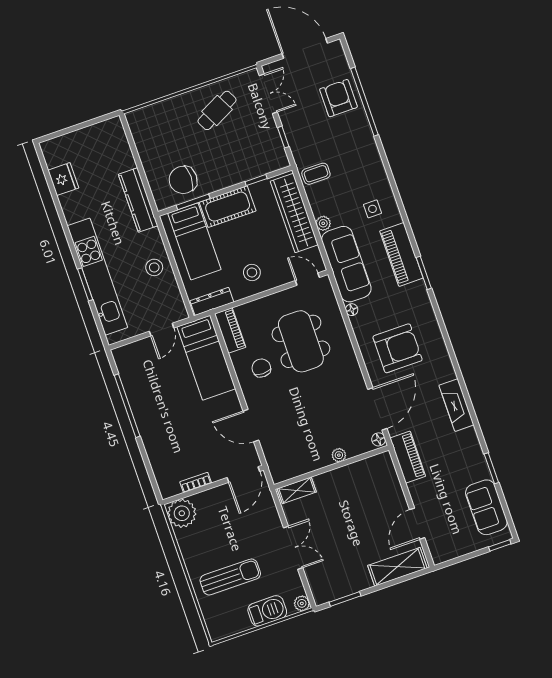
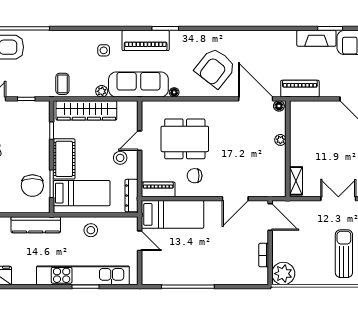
door: (307, 279) -> (140, 141), moved
armchair: (398, 348) -> (215, 68), turned -142
fireplace: (457, 405) -> (316, 38), moved

